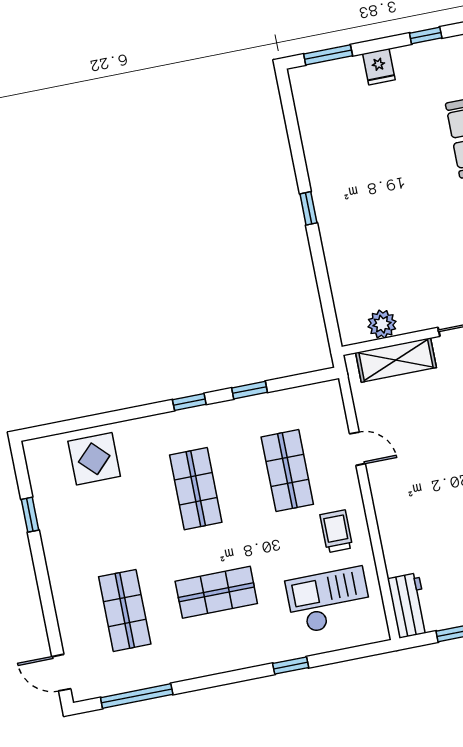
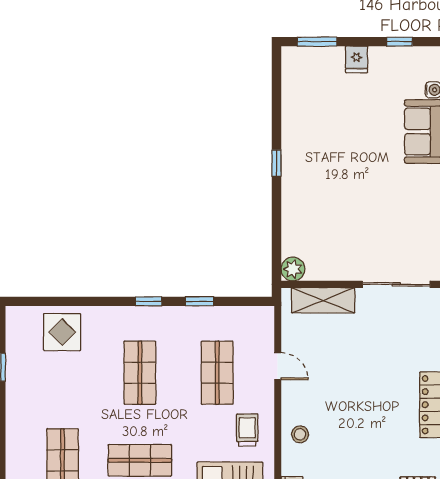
plant: (382, 324) -> (293, 269), moved
stool: (400, 524) -> (300, 434), added

